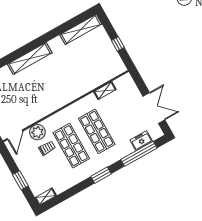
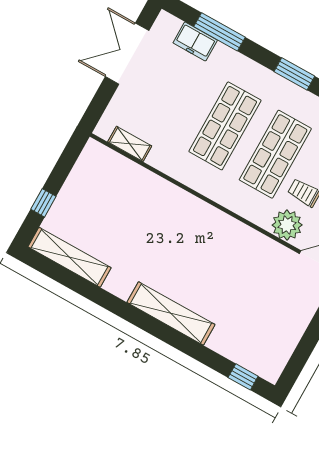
window: (118, 44) -> (43, 203), moved
shelving: (105, 91) -> (130, 144), moved
window: (139, 154) -> (219, 32), width x0.68

